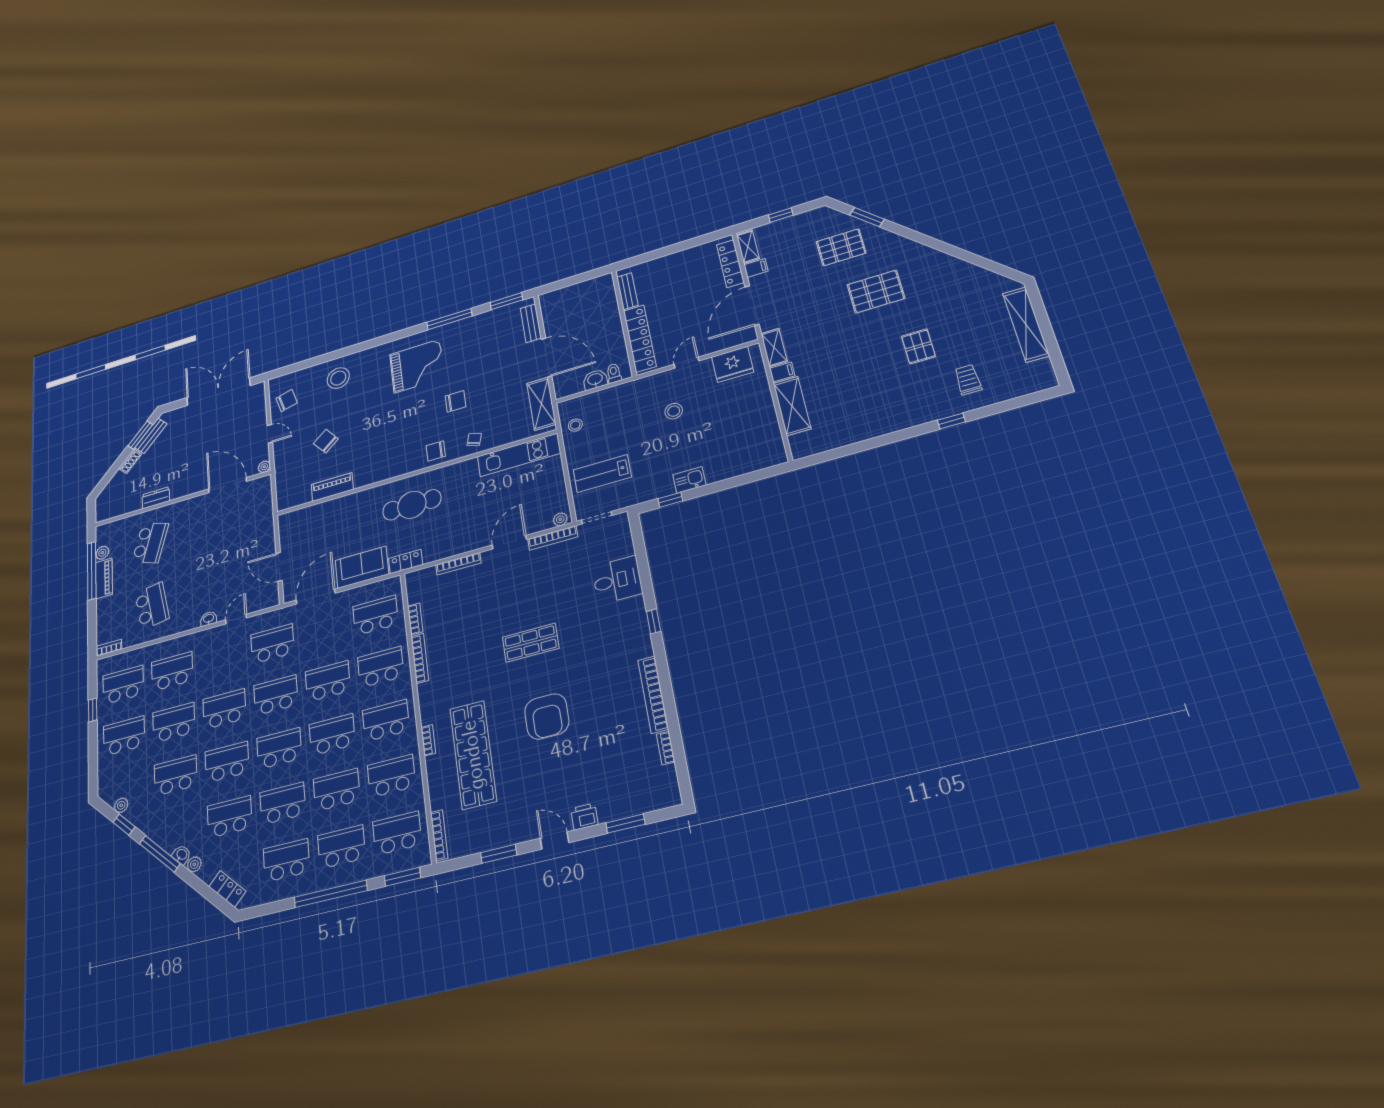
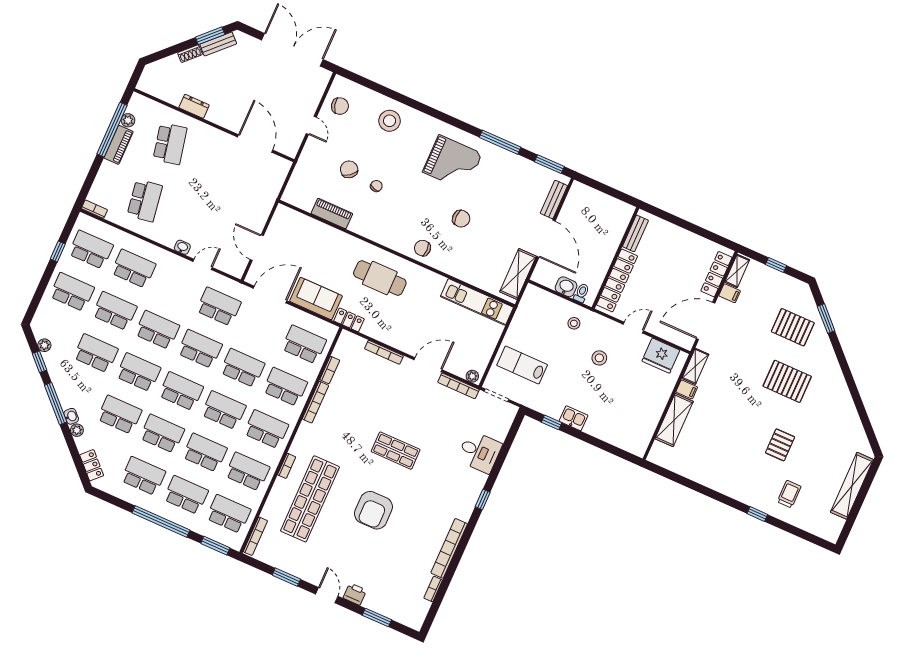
stool: (575, 425) -> (574, 323), moved
chair: (474, 440) -> (376, 186), moved
plant: (264, 467) -> (291, 151), removed
school desk: (150, 543) -> (170, 144), turned -30

